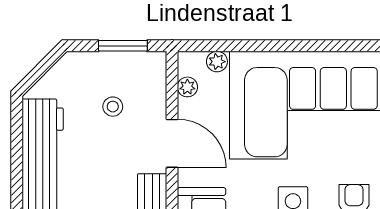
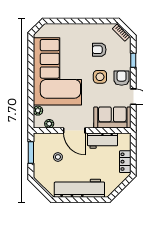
door: (172, 143) -> (74, 131), swing flipped

